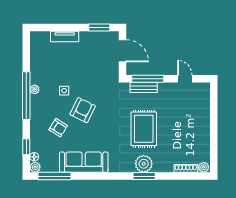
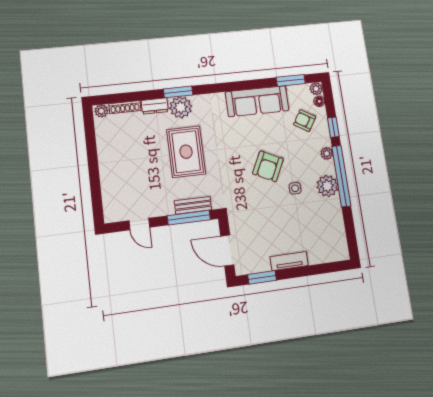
tv unit: (65, 37) -> (289, 261), moved
plant: (35, 89) -> (327, 186), width x1.87, depth x1.87
plant: (35, 115) -> (327, 153), added
armchair: (58, 128) -> (305, 121), moved
window: (26, 147) -> (333, 127), moved
dresser: (163, 167) -> (155, 106), added
window: (55, 176) -> (291, 80), width x0.69

